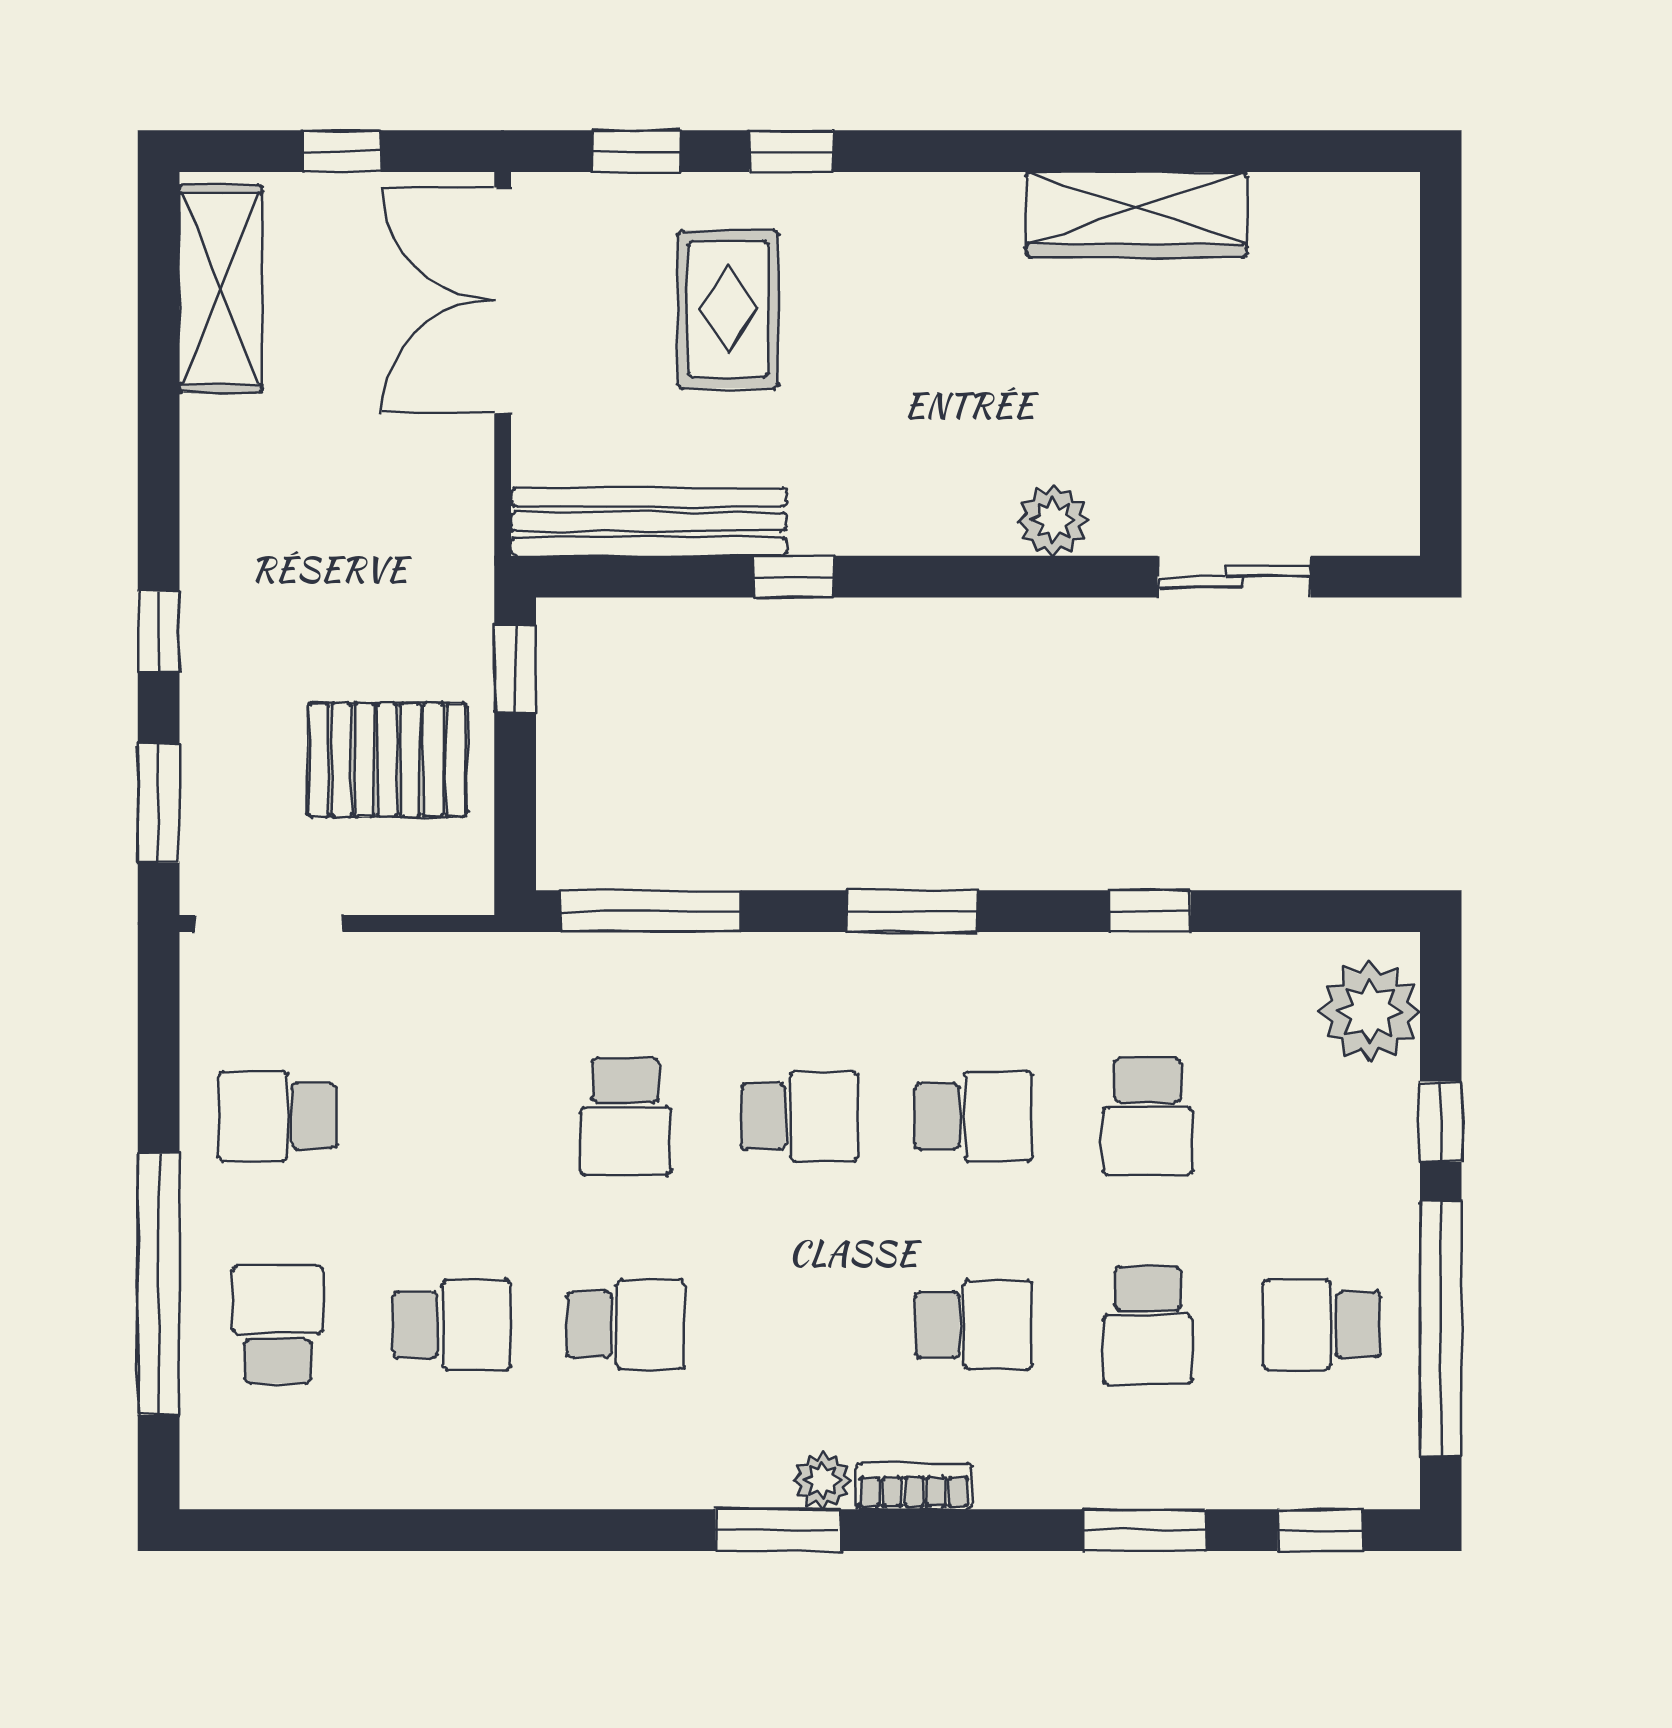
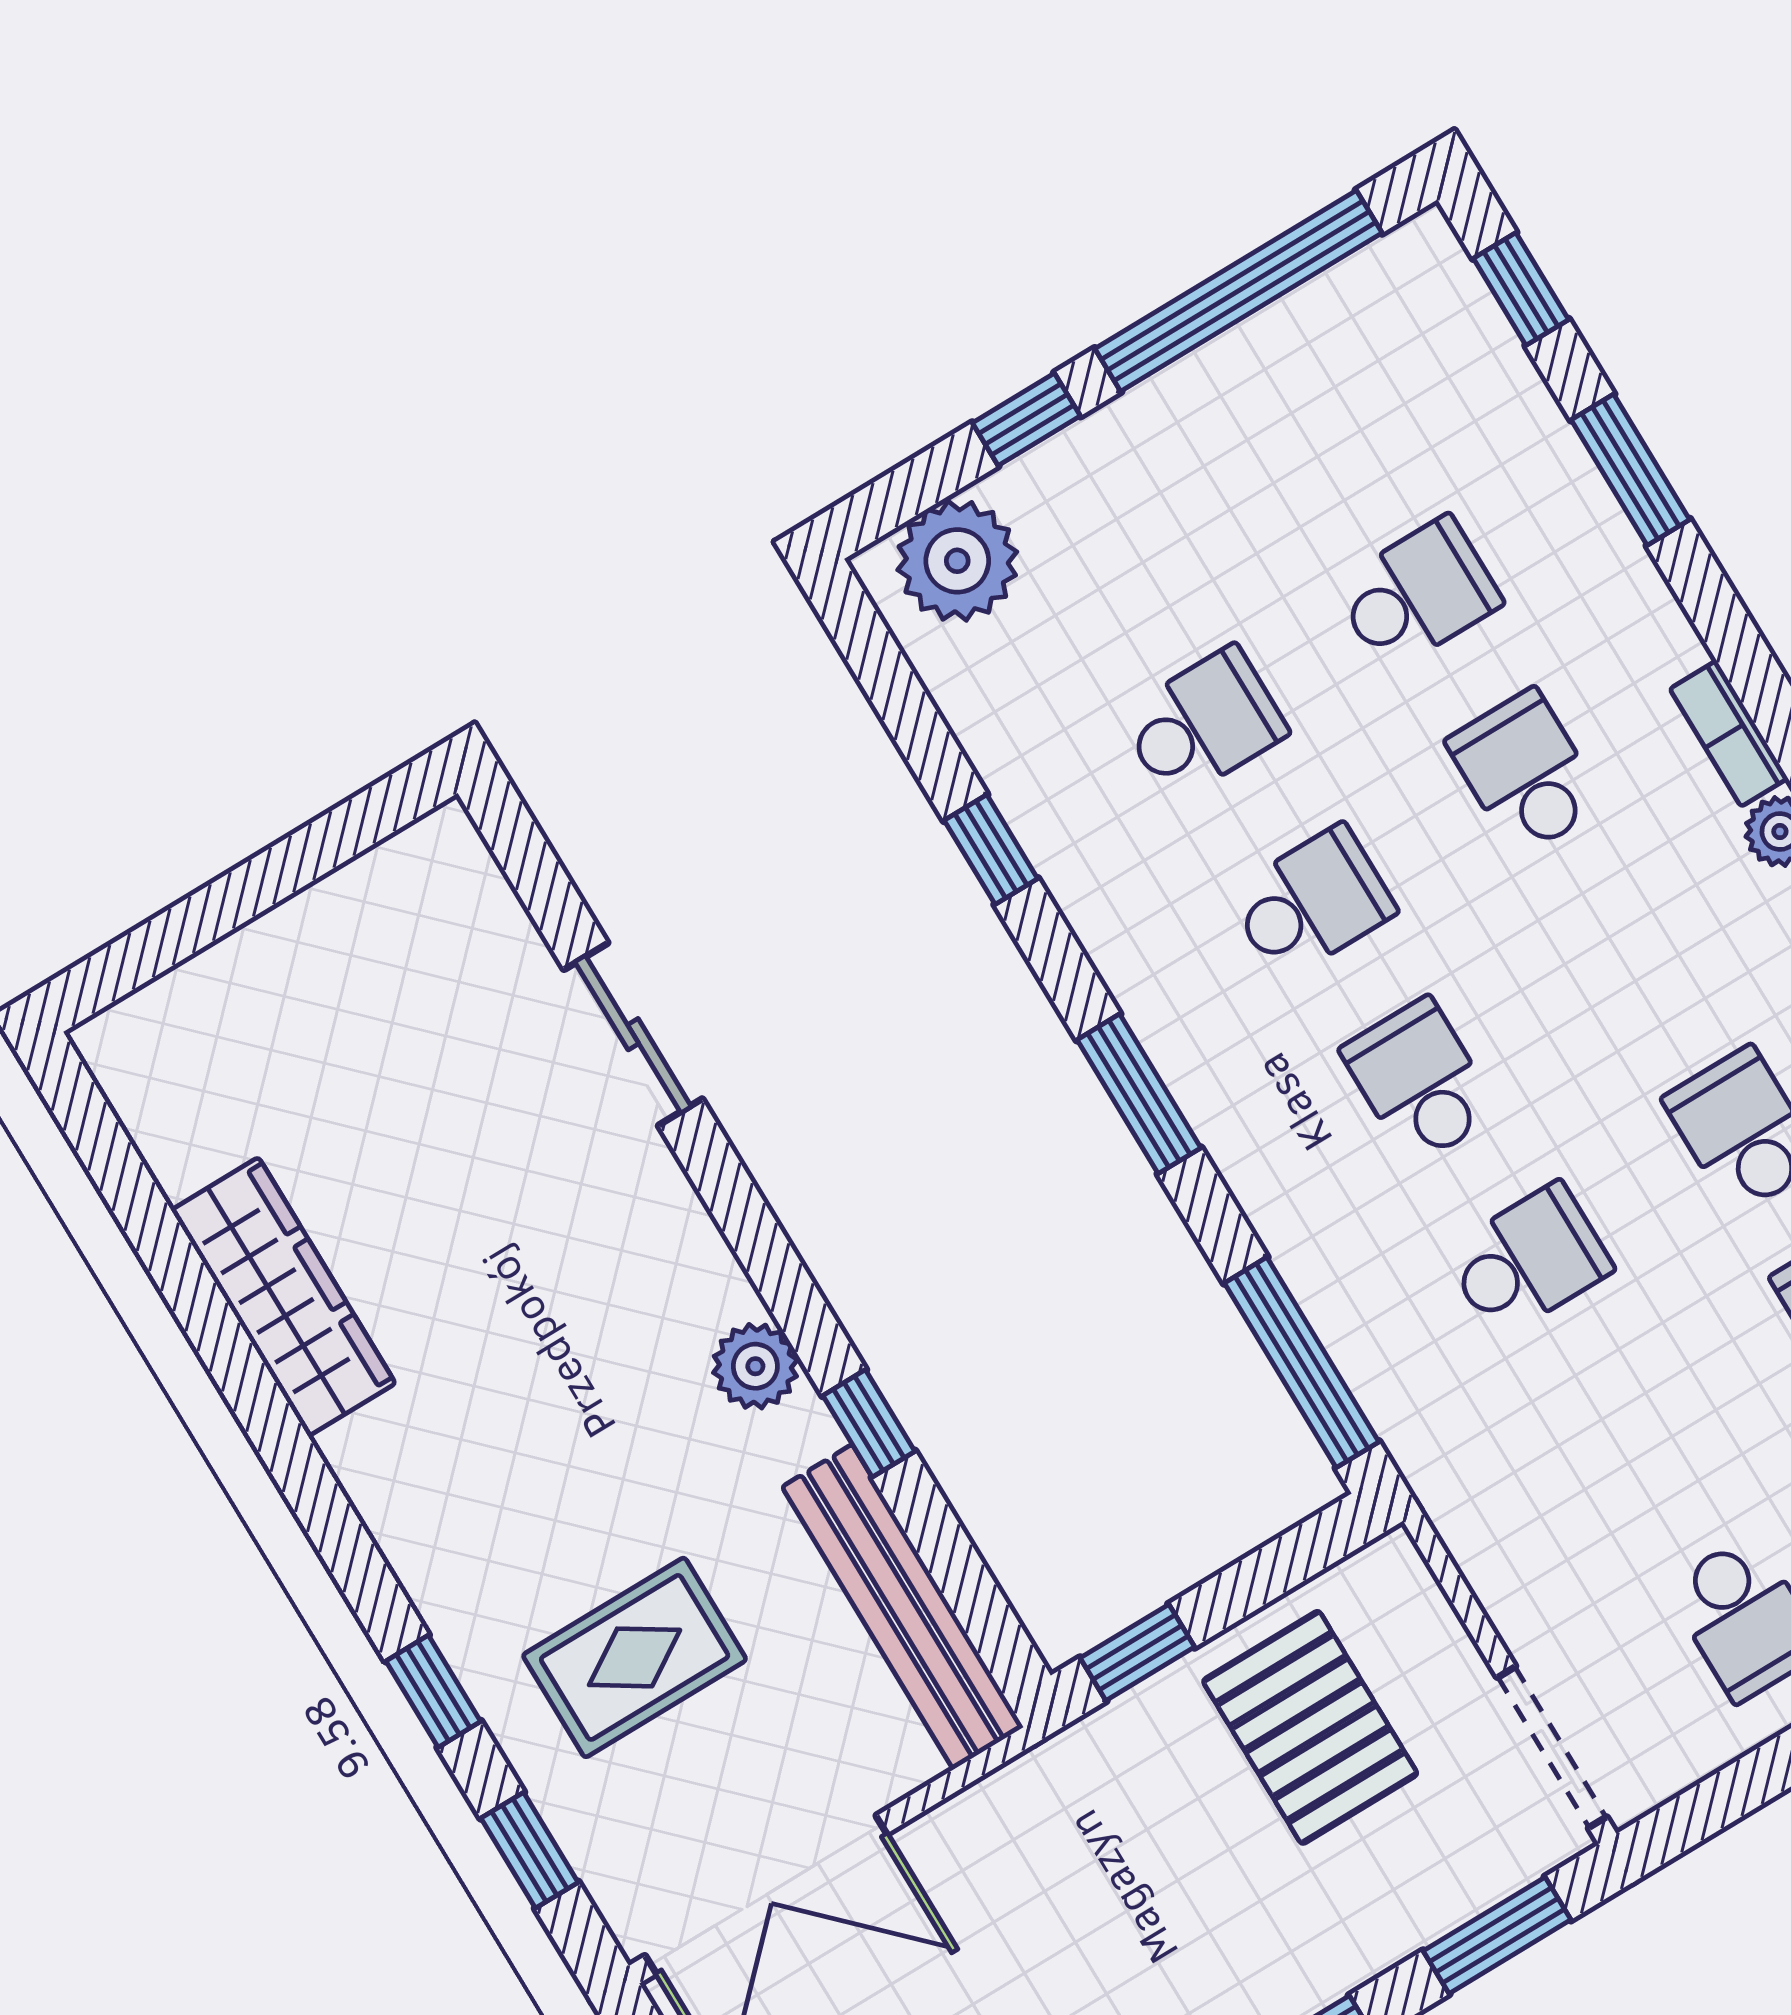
plant: (1053, 521) -> (755, 1366), moved
sliding door: (1234, 577) -> (633, 1034), moved
school desk: (974, 1116) -> (1312, 903), turned 90
school desk: (1322, 1325) -> (1309, 415), removed

